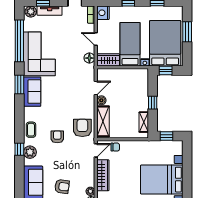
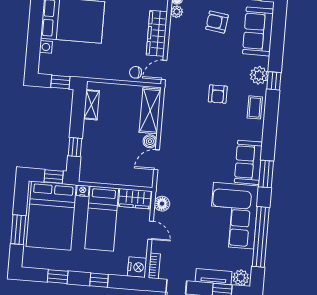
window: (153, 103) -> (75, 147), moved
armchair: (82, 128) -> (181, 104), removed

